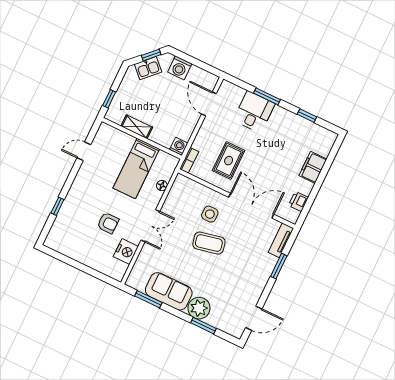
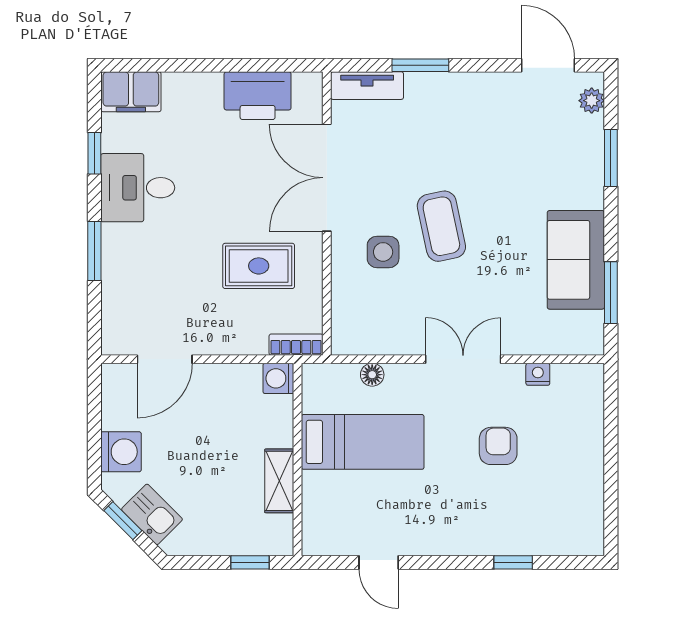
desk: (254, 112) -> (138, 188), moved
filing cabinet: (313, 167) -> (131, 92), moved
printer: (298, 201) -> (258, 96), width x1.87, depth x1.48
nightstand: (126, 252) -> (538, 374), width x0.53, depth x0.56
plant: (199, 308) -> (592, 101), moved, width x0.53, depth x0.53

